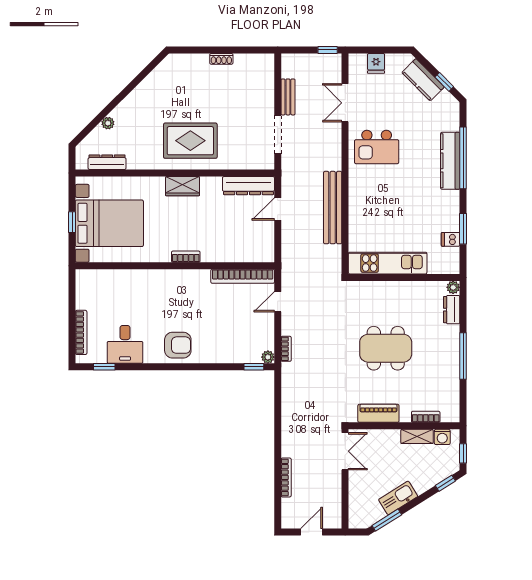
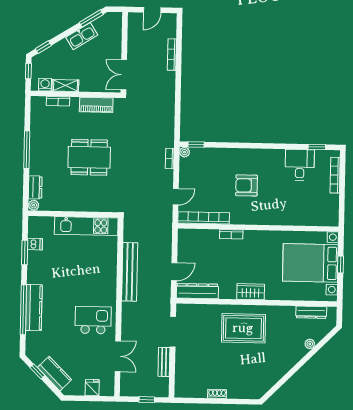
window: (328, 50) -> (147, 400), moved
bookcase: (186, 257) -> (231, 234), moved
armchair: (178, 345) -> (247, 185), moved

